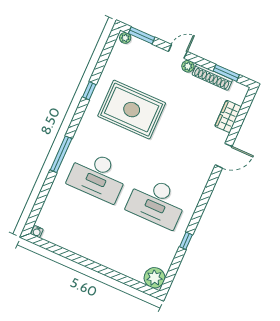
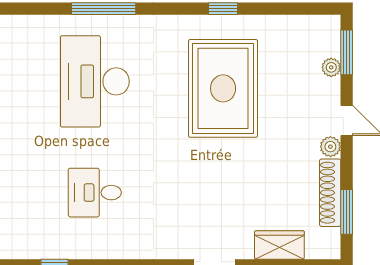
plant: (125, 38) -> (331, 67), moved
desk: (157, 202) -> (95, 193), width x0.53, depth x0.77

